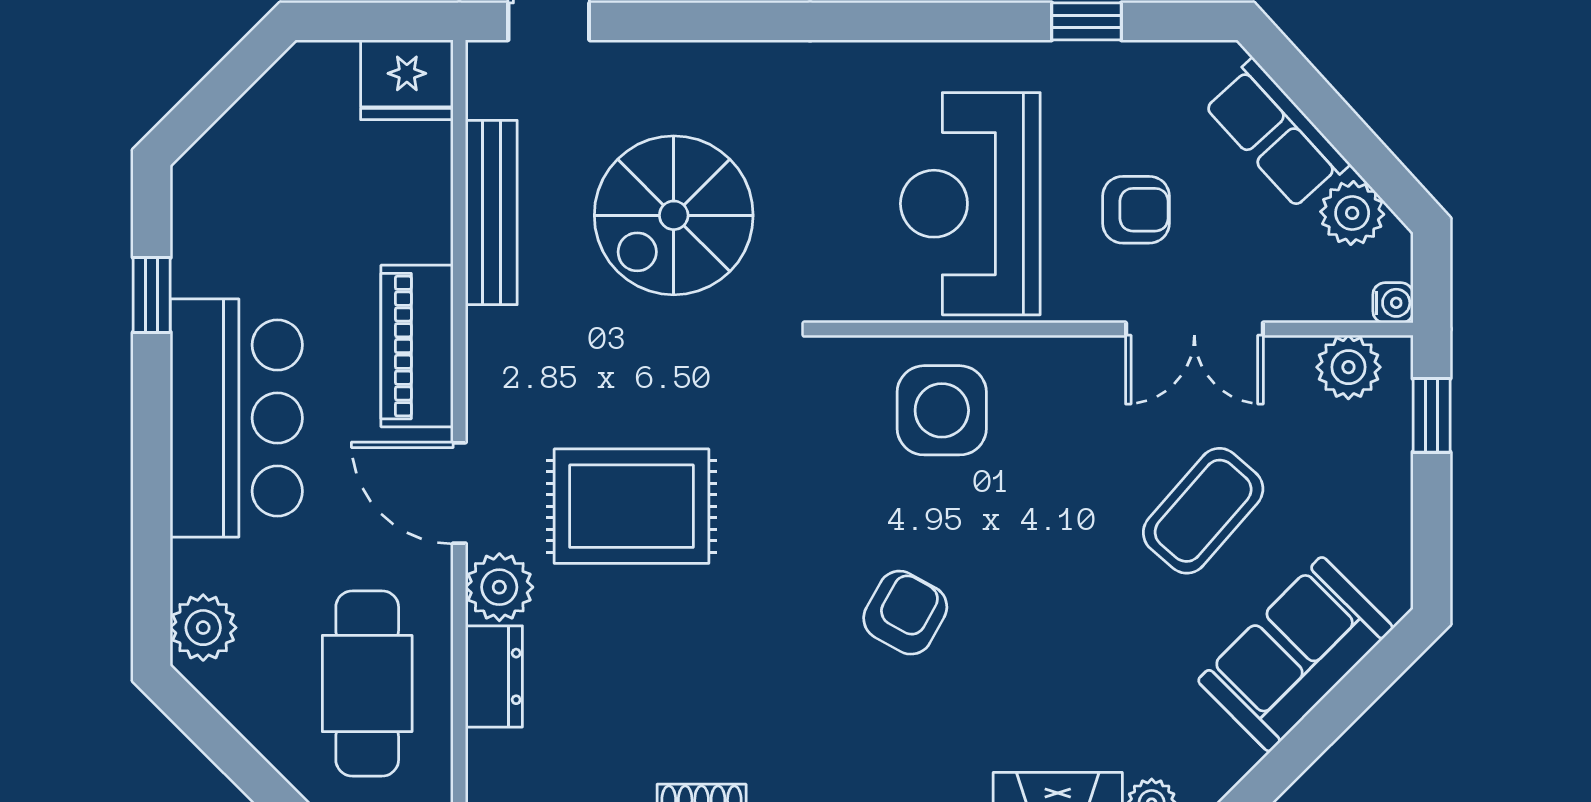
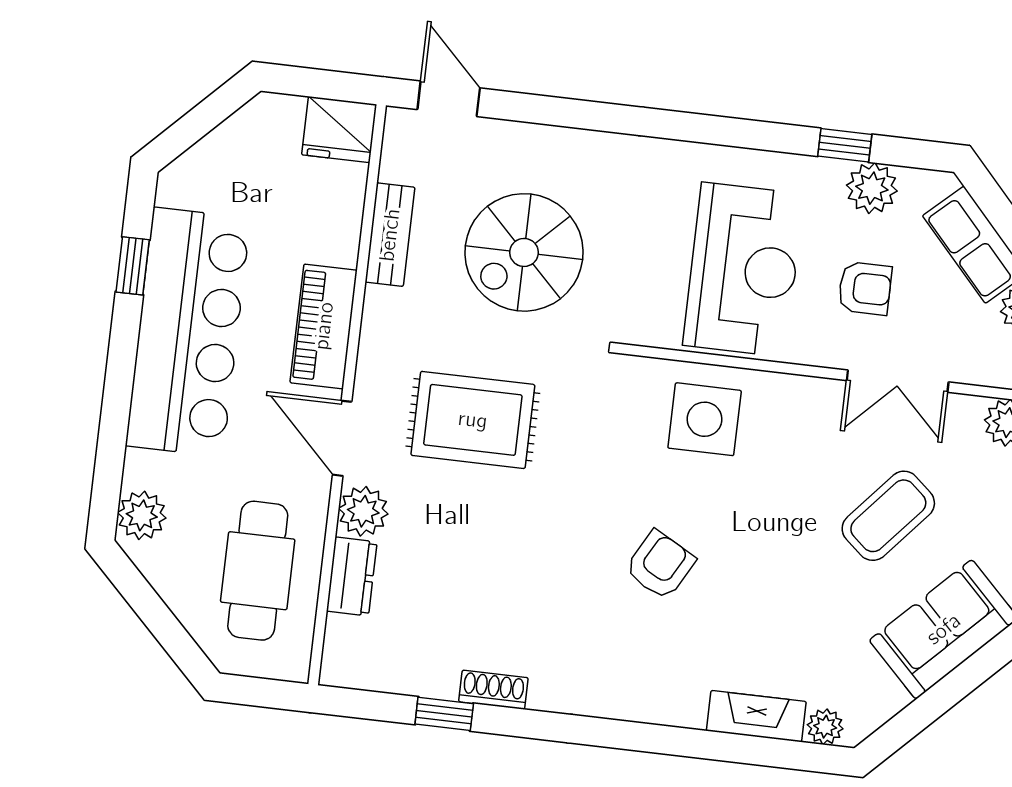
plant: (1130, 74) -> (872, 188), added
reception desk: (970, 204) -> (743, 269), turned 180
bench: (491, 213) -> (390, 235), width x0.73
bar counter: (236, 418) -> (188, 332), width x1.36
rug: (632, 506) -> (473, 420), moved

